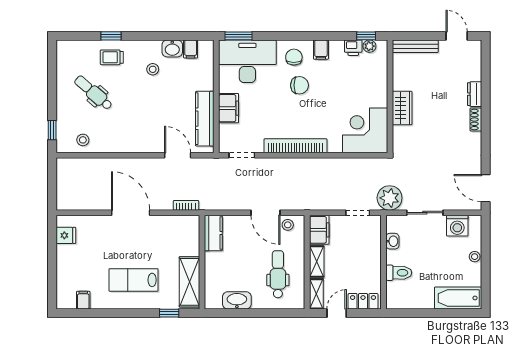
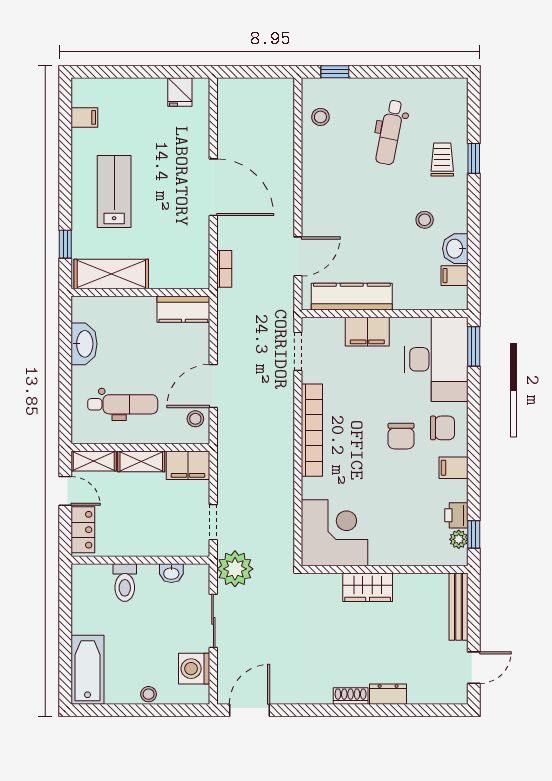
dental chair: (93, 93) -> (390, 132), turned 150
door: (131, 213) -> (213, 187), hinge flipped

